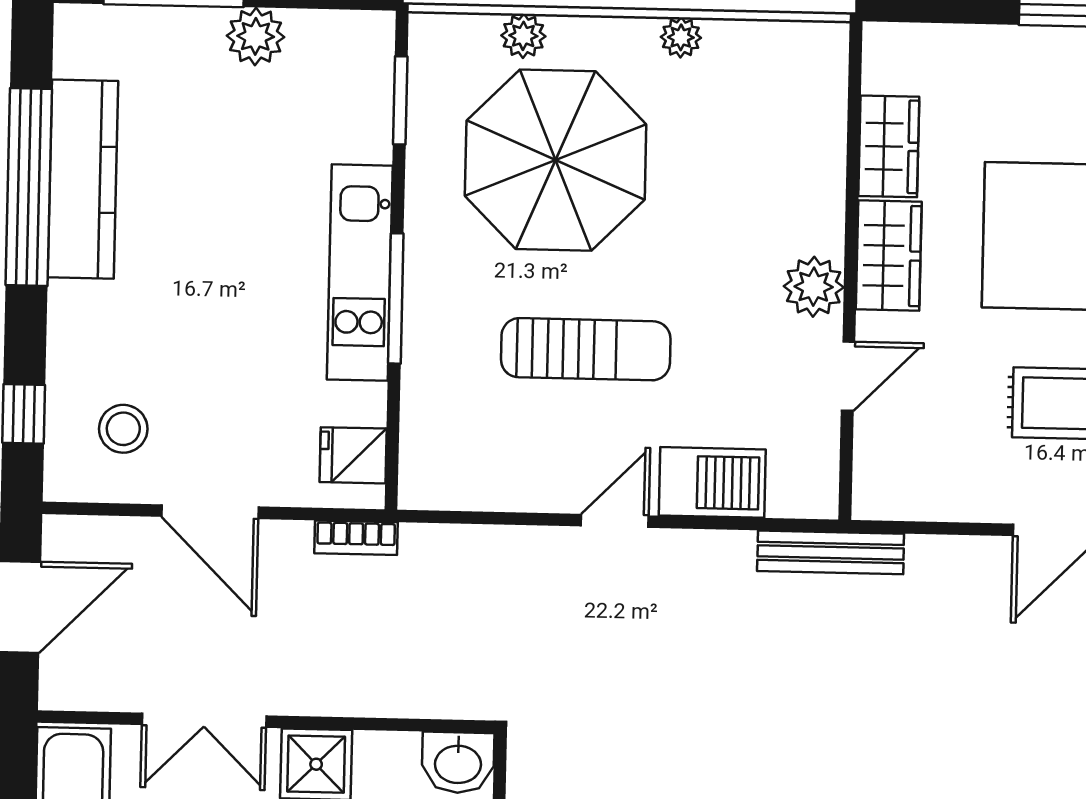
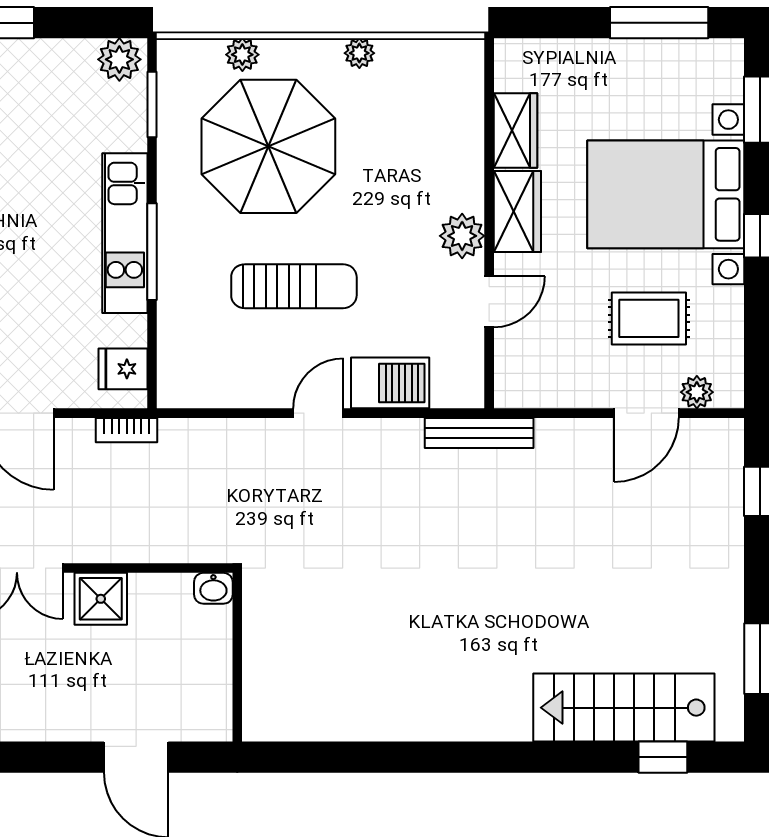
plant: (256, 36) -> (119, 59), moved
washbasin: (458, 763) -> (213, 588), width x0.72, depth x0.69

